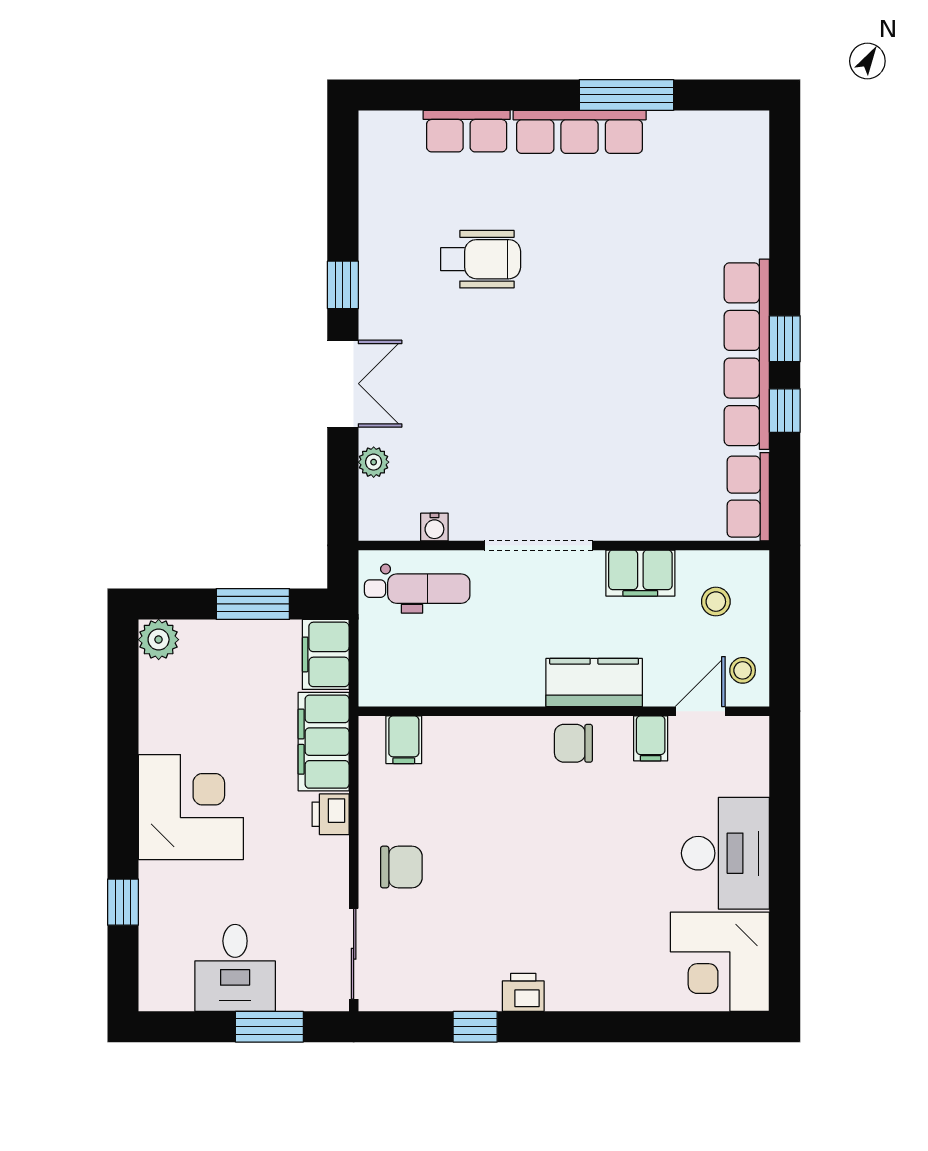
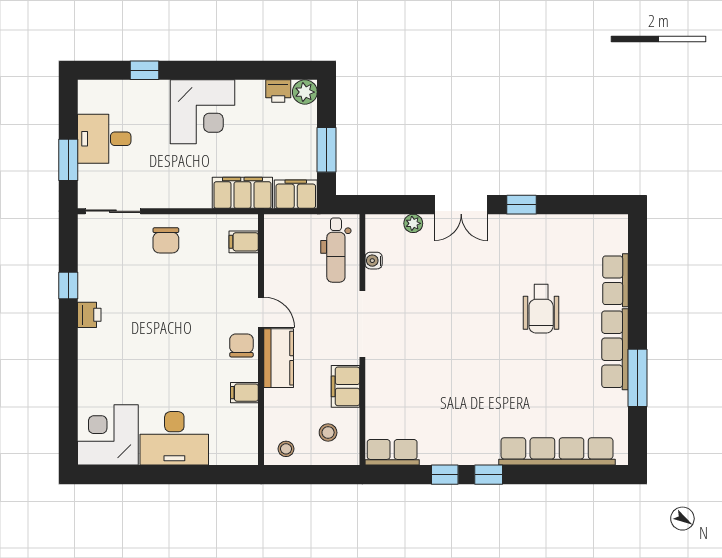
wheelchair: (481, 259) -> (541, 309), moved
row of seats: (747, 354) -> (557, 451), moved
door: (700, 711) -> (261, 312), moved
printer: (331, 814) -> (278, 91), moved, turned 180

